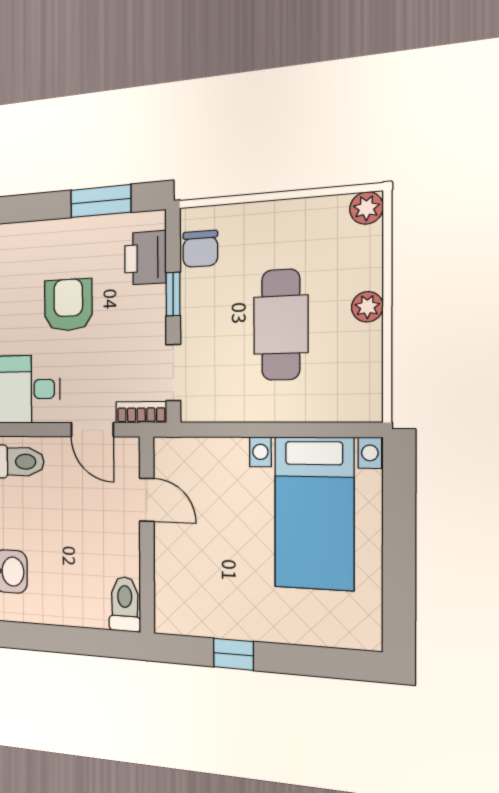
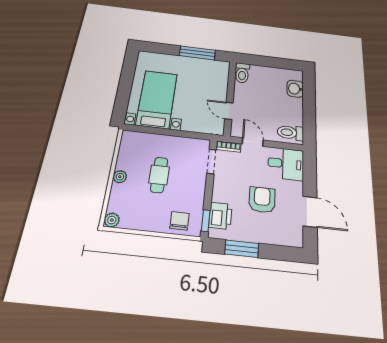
chair: (200, 249) -> (179, 221), moved
window: (173, 294) -> (206, 221), moved
armchair: (68, 305) -> (262, 200), turned 180
cafe table: (281, 325) -> (159, 175), width x0.73, depth x0.74
window: (233, 654) -> (197, 53), width x2.17

